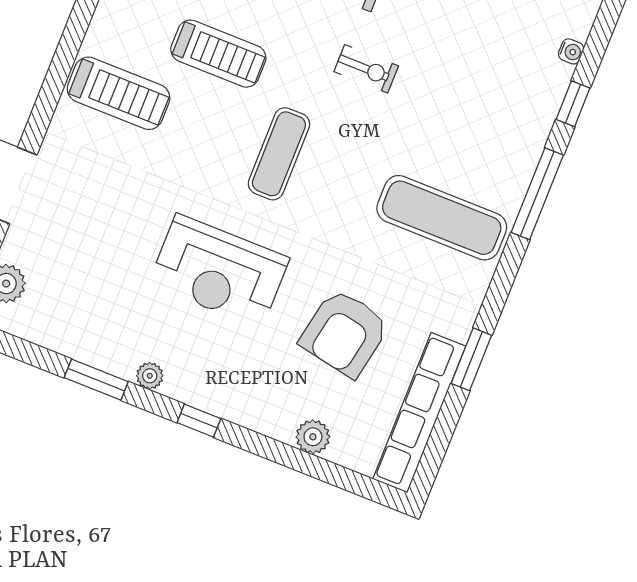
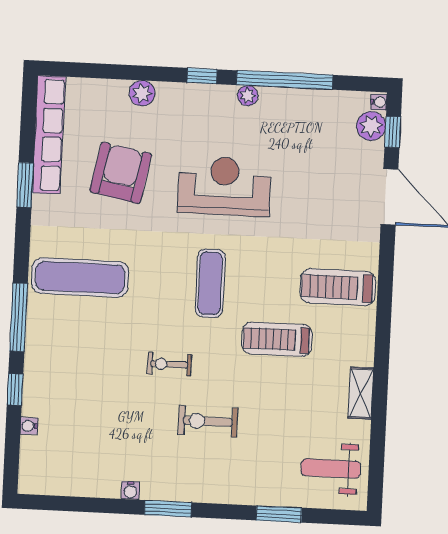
window: (96, 380) -> (284, 80), width x2.11
plant: (313, 437) -> (142, 93), moved

